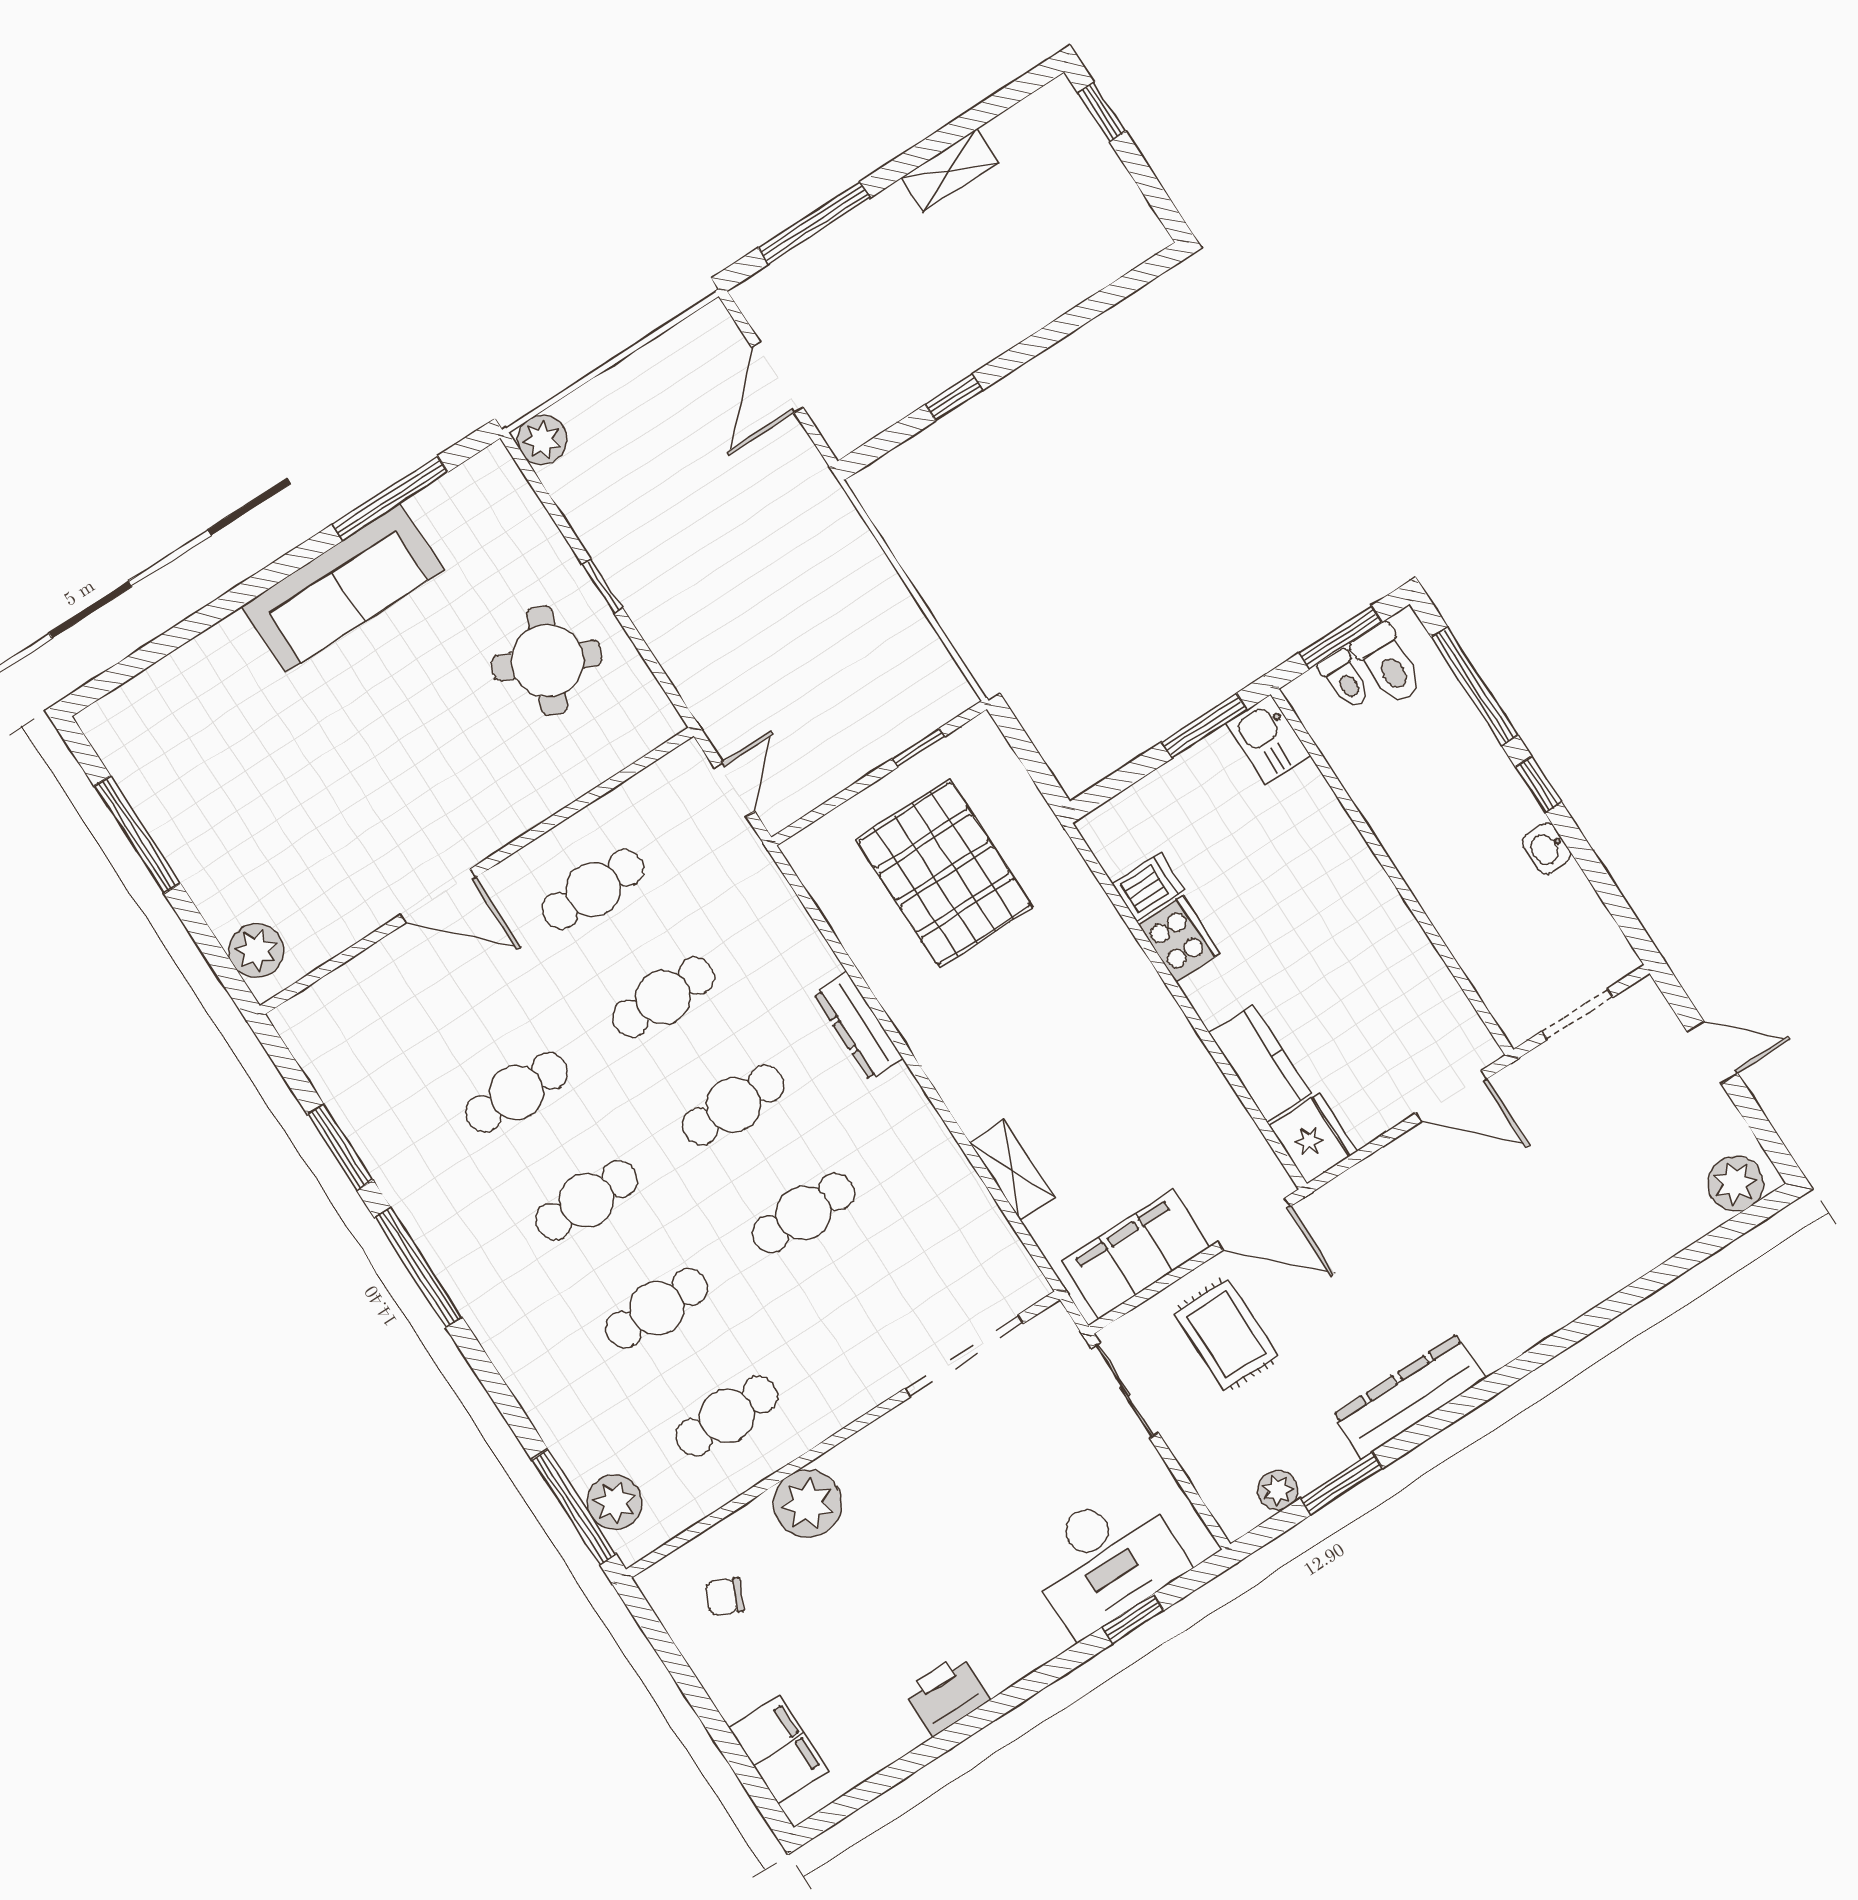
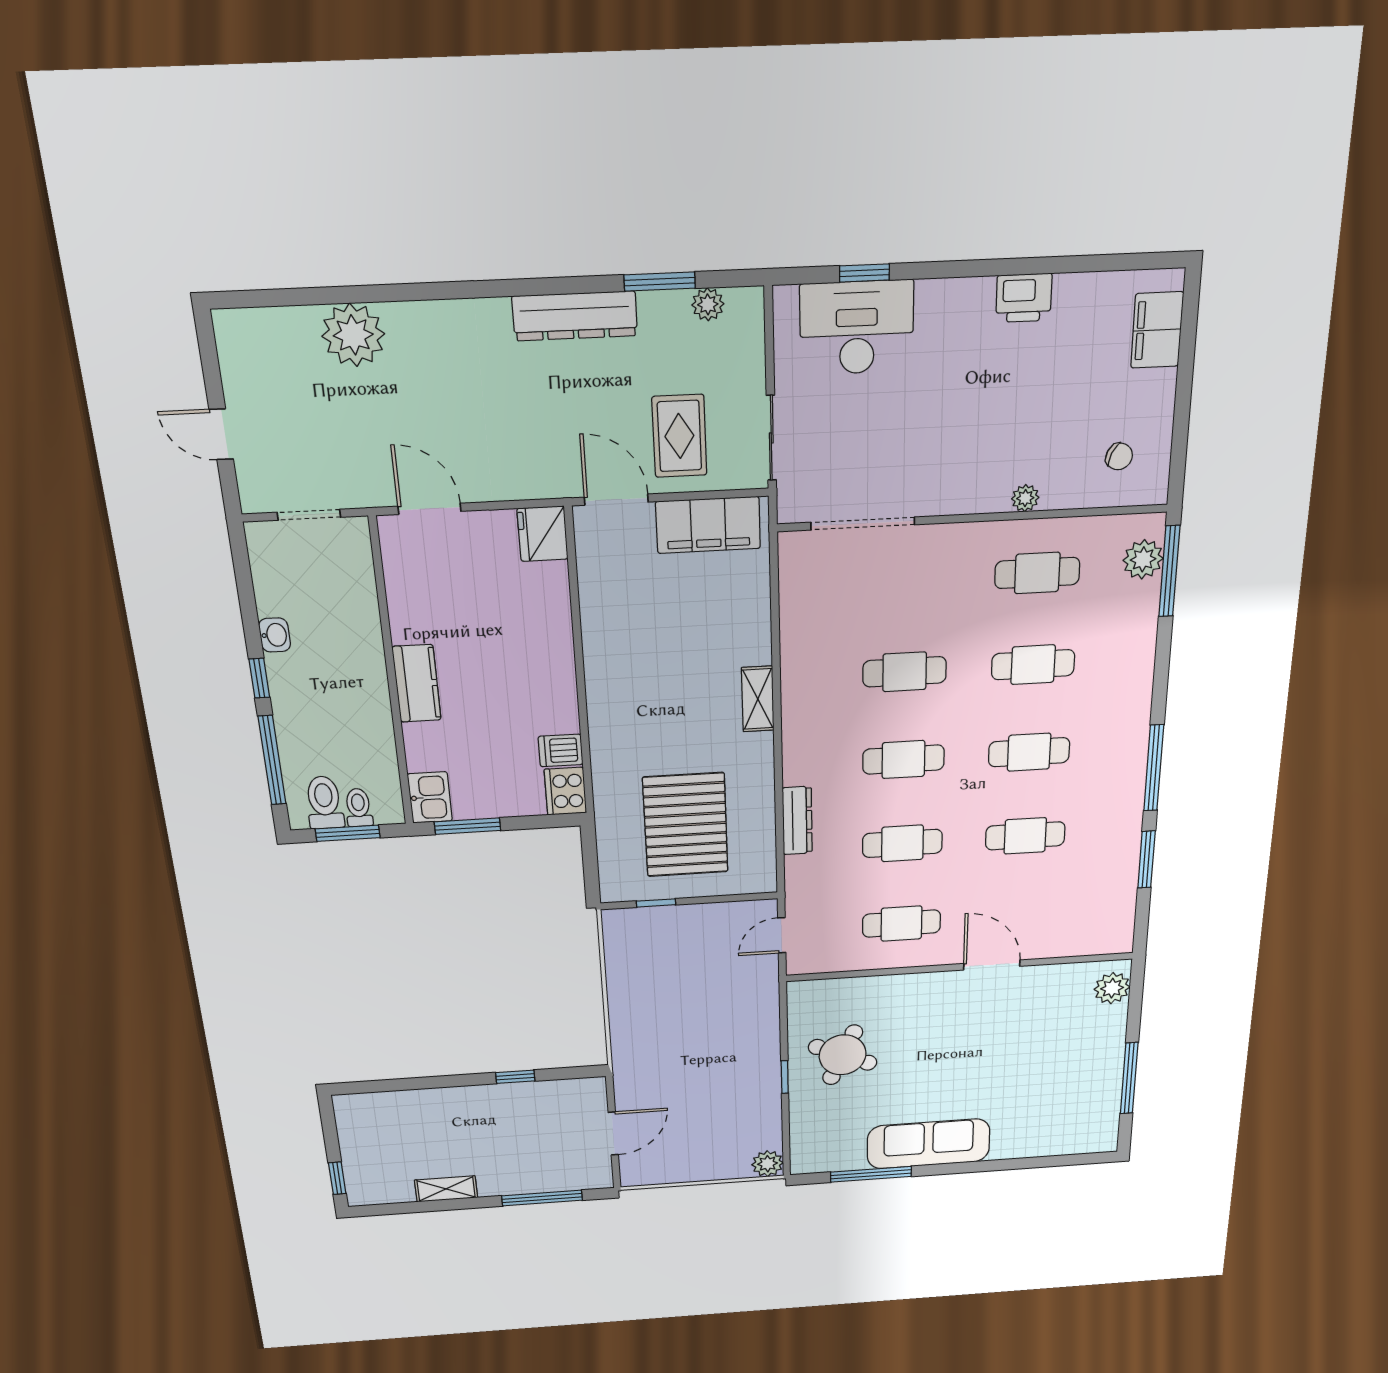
cooker: (1179, 939) -> (565, 791), moved
dresser: (858, 1026) -> (797, 821), moved
kitchen counter: (1260, 1063) -> (417, 683), moved, turned 180
shelving: (1012, 1170) -> (758, 699), moved
plant: (1735, 1183) -> (353, 335), moved, width x1.36, depth x1.36
plant: (808, 1504) -> (1025, 498), width x0.53, depth x0.53

